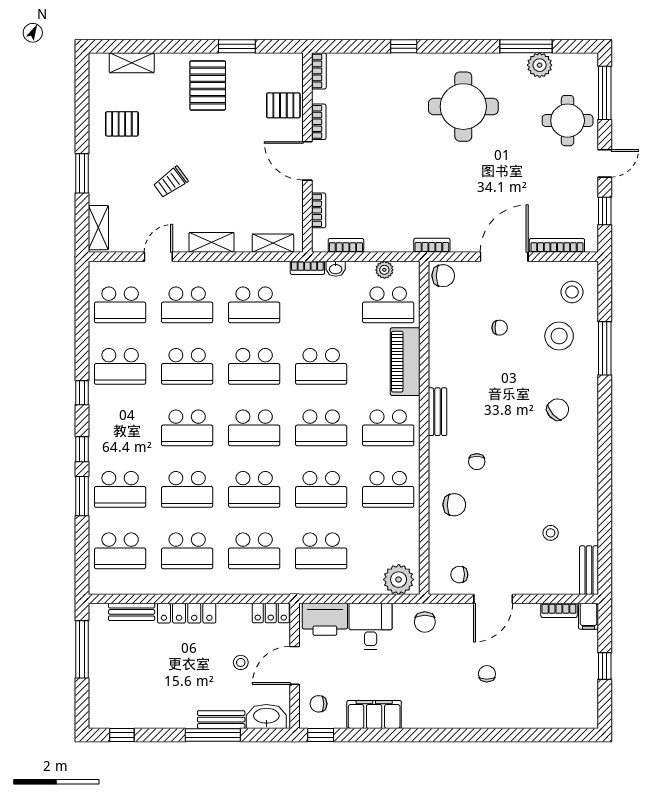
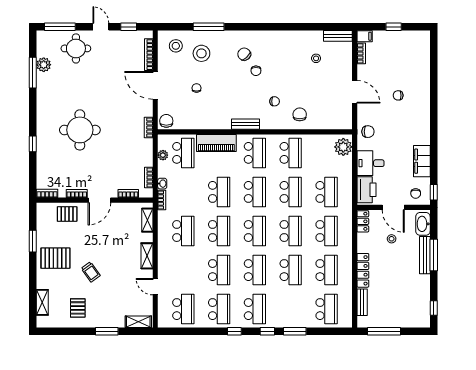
pallet: (283, 105) -> (67, 214), turned 90
round table: (463, 107) -> (80, 130), moved
trolley: (171, 182) -> (91, 272), moved
school desk: (187, 305) -> (183, 270), removed
school desk: (120, 489) -> (255, 309), moved
chair: (459, 575) -> (256, 71), moved
bench: (221, 720) -> (425, 255), width x1.36

